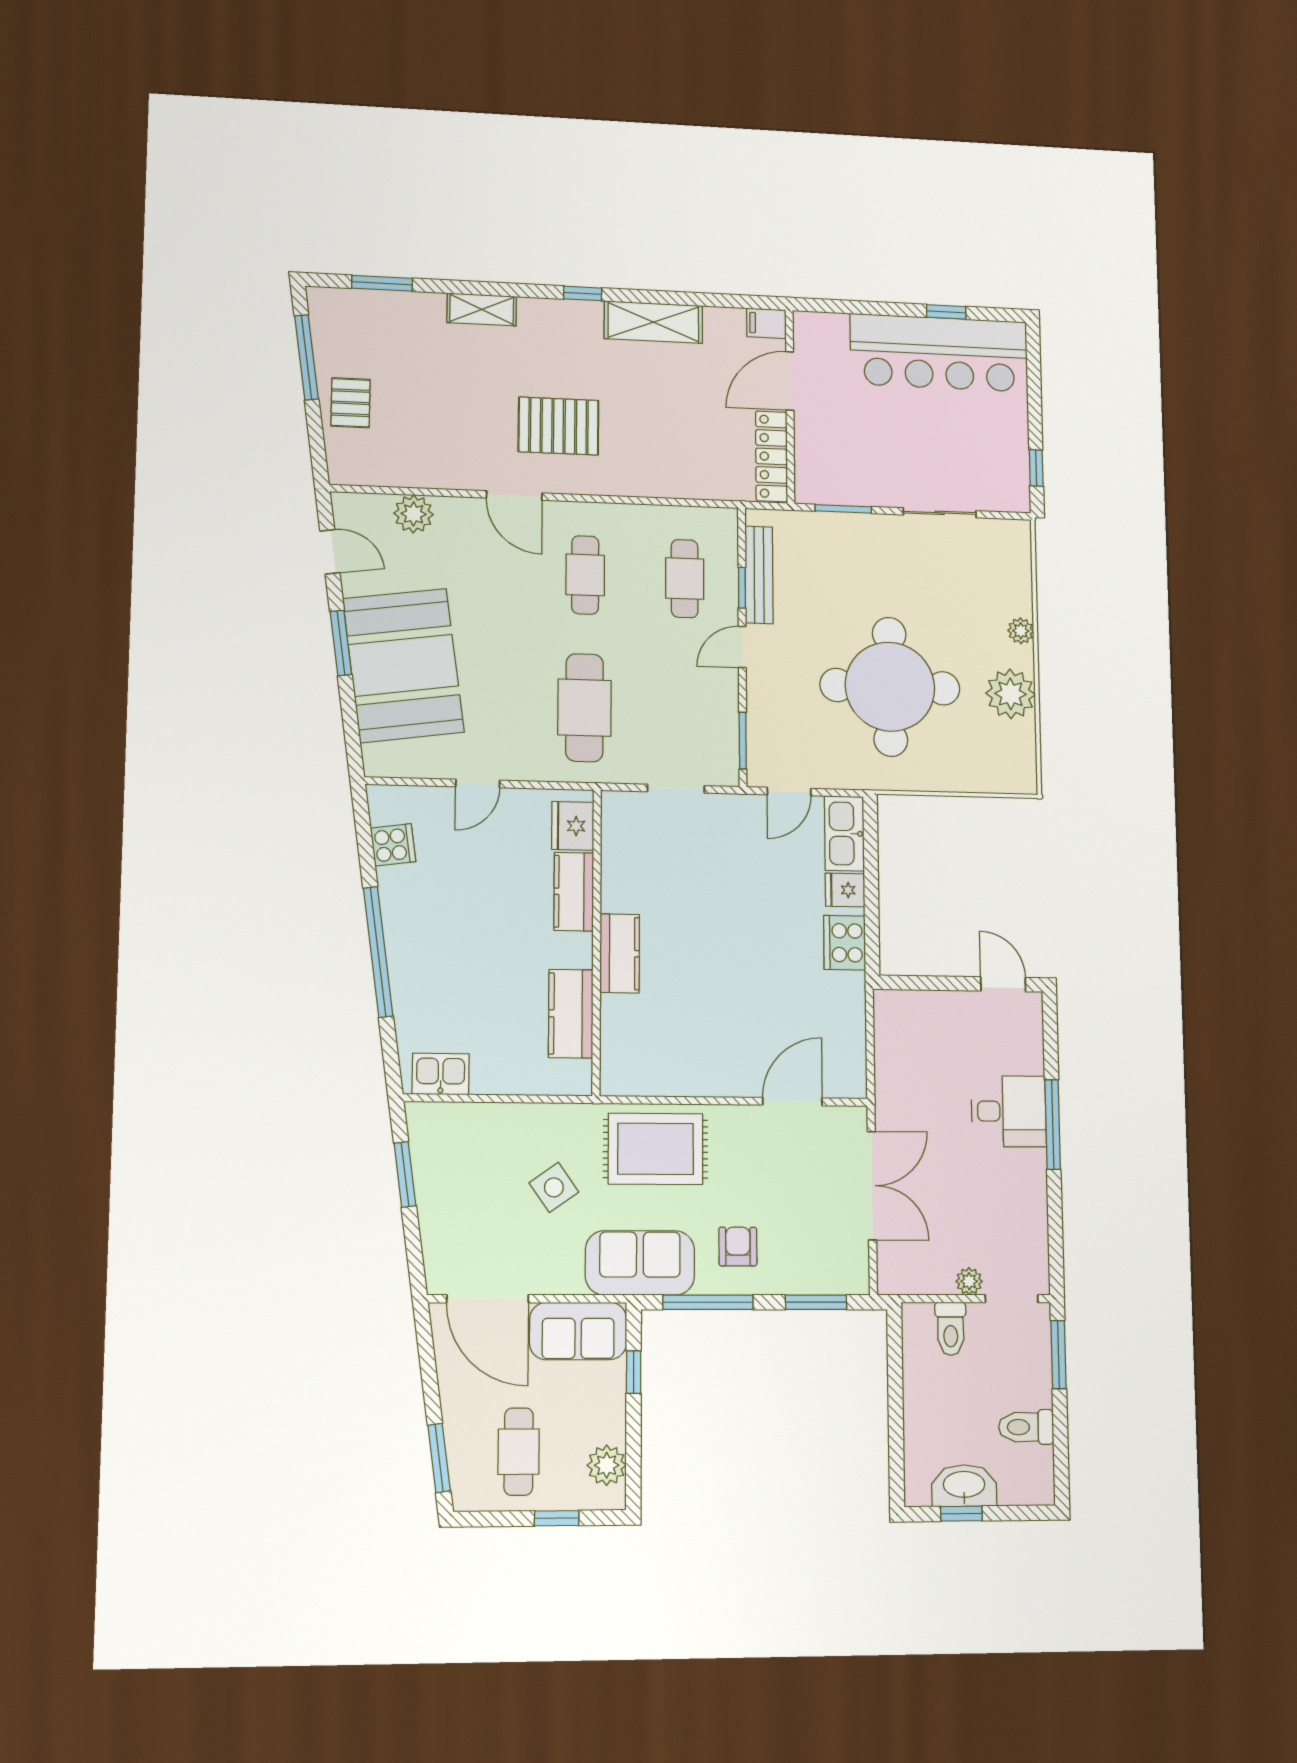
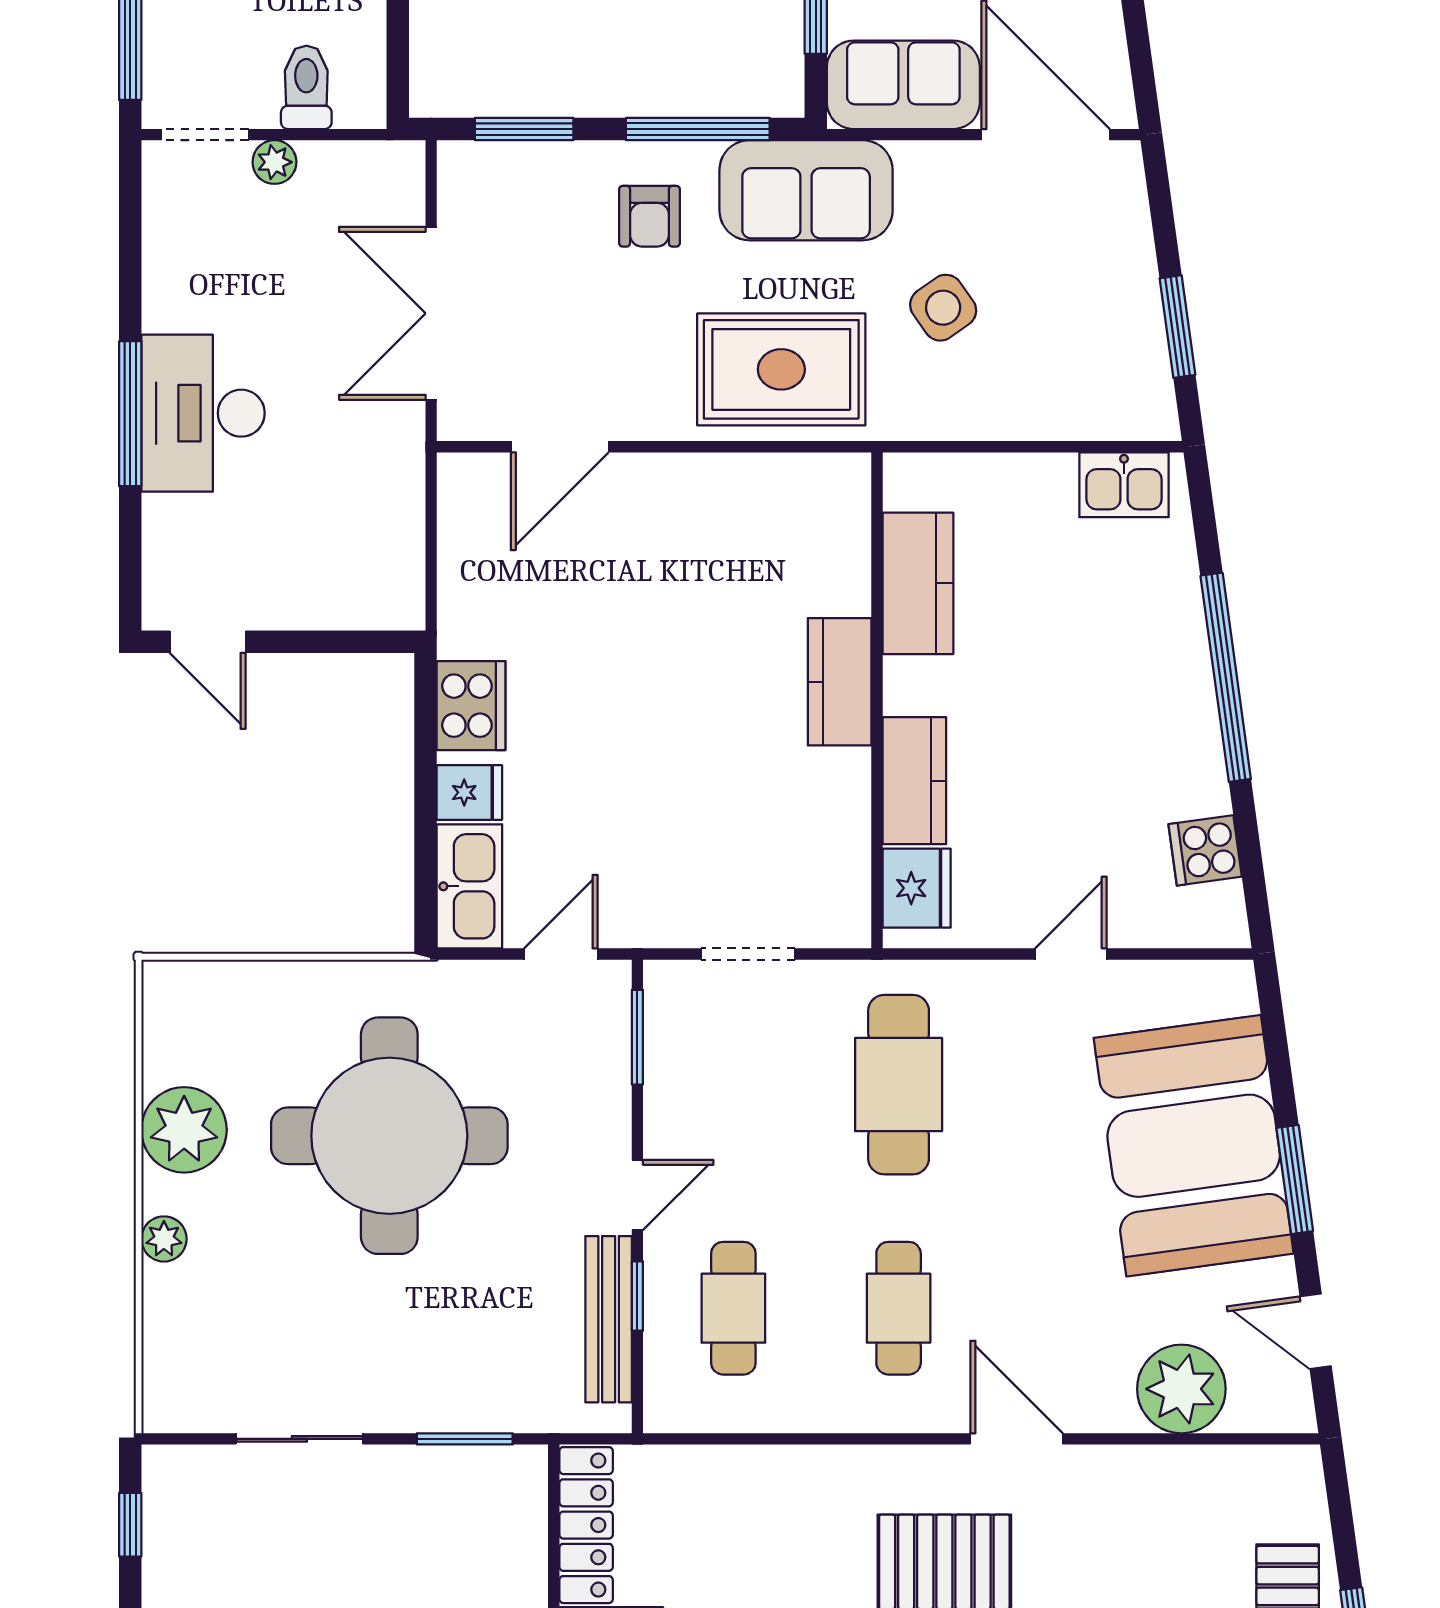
plant: (414, 514) -> (1181, 1389), width x1.36, depth x1.36
desk: (1009, 1111) -> (203, 413), width x1.37

